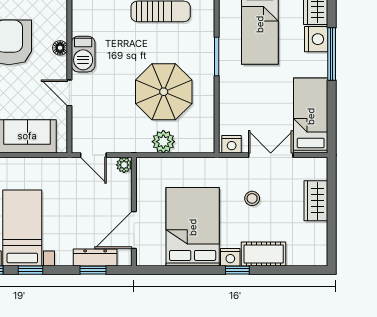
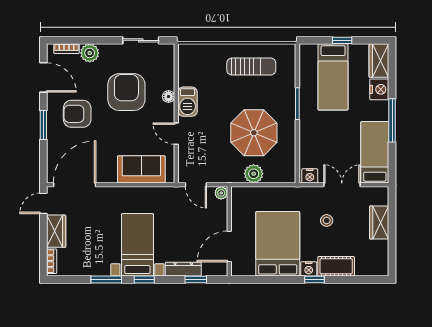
window: (332, 54) -> (392, 120), moved
dresser: (95, 258) -> (183, 269), moved

